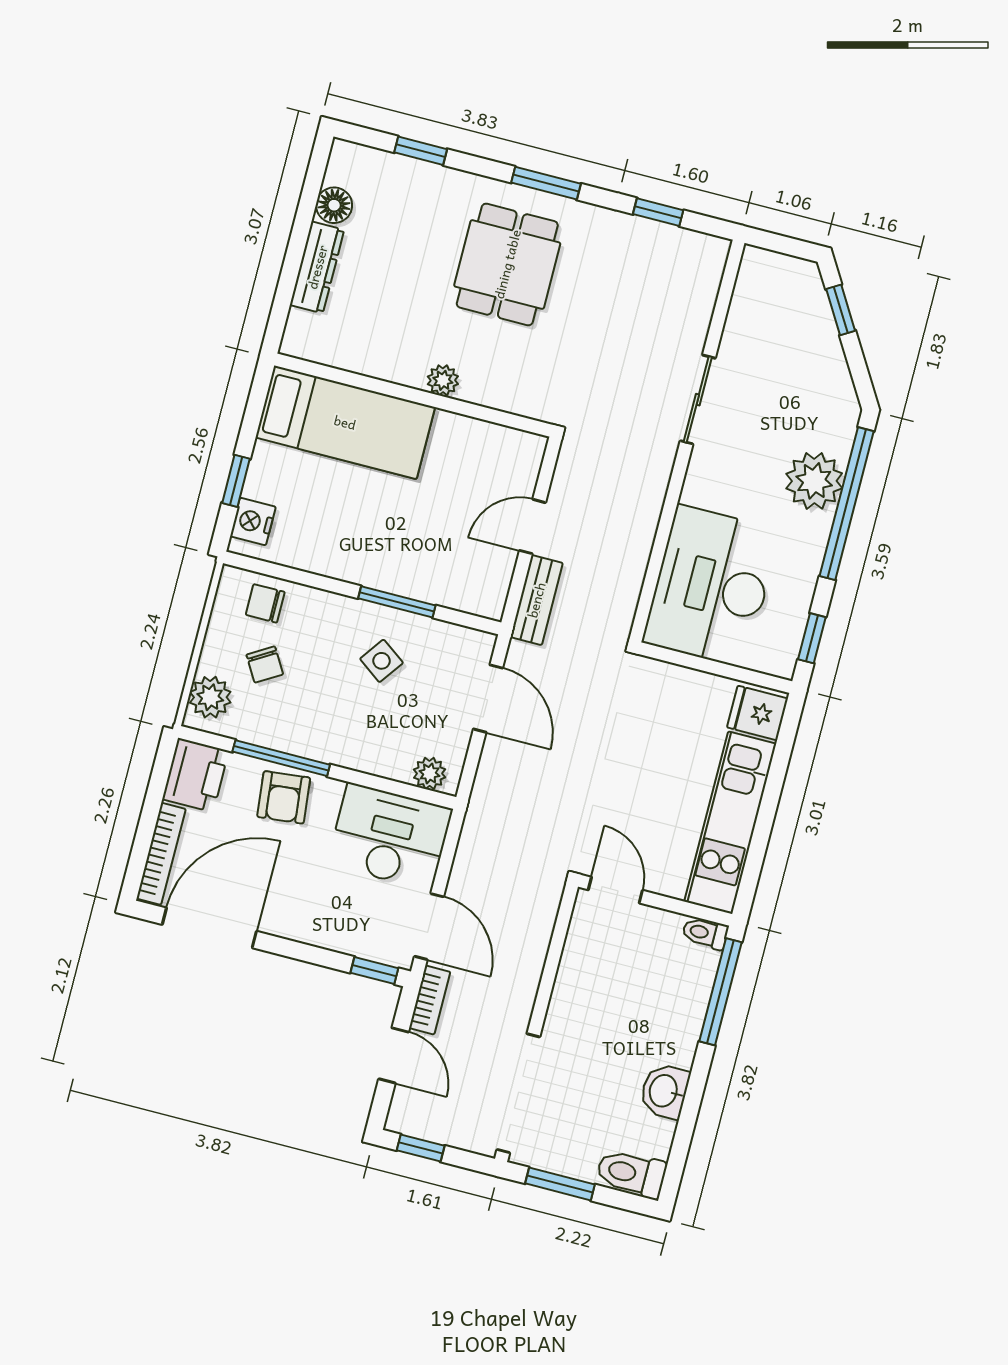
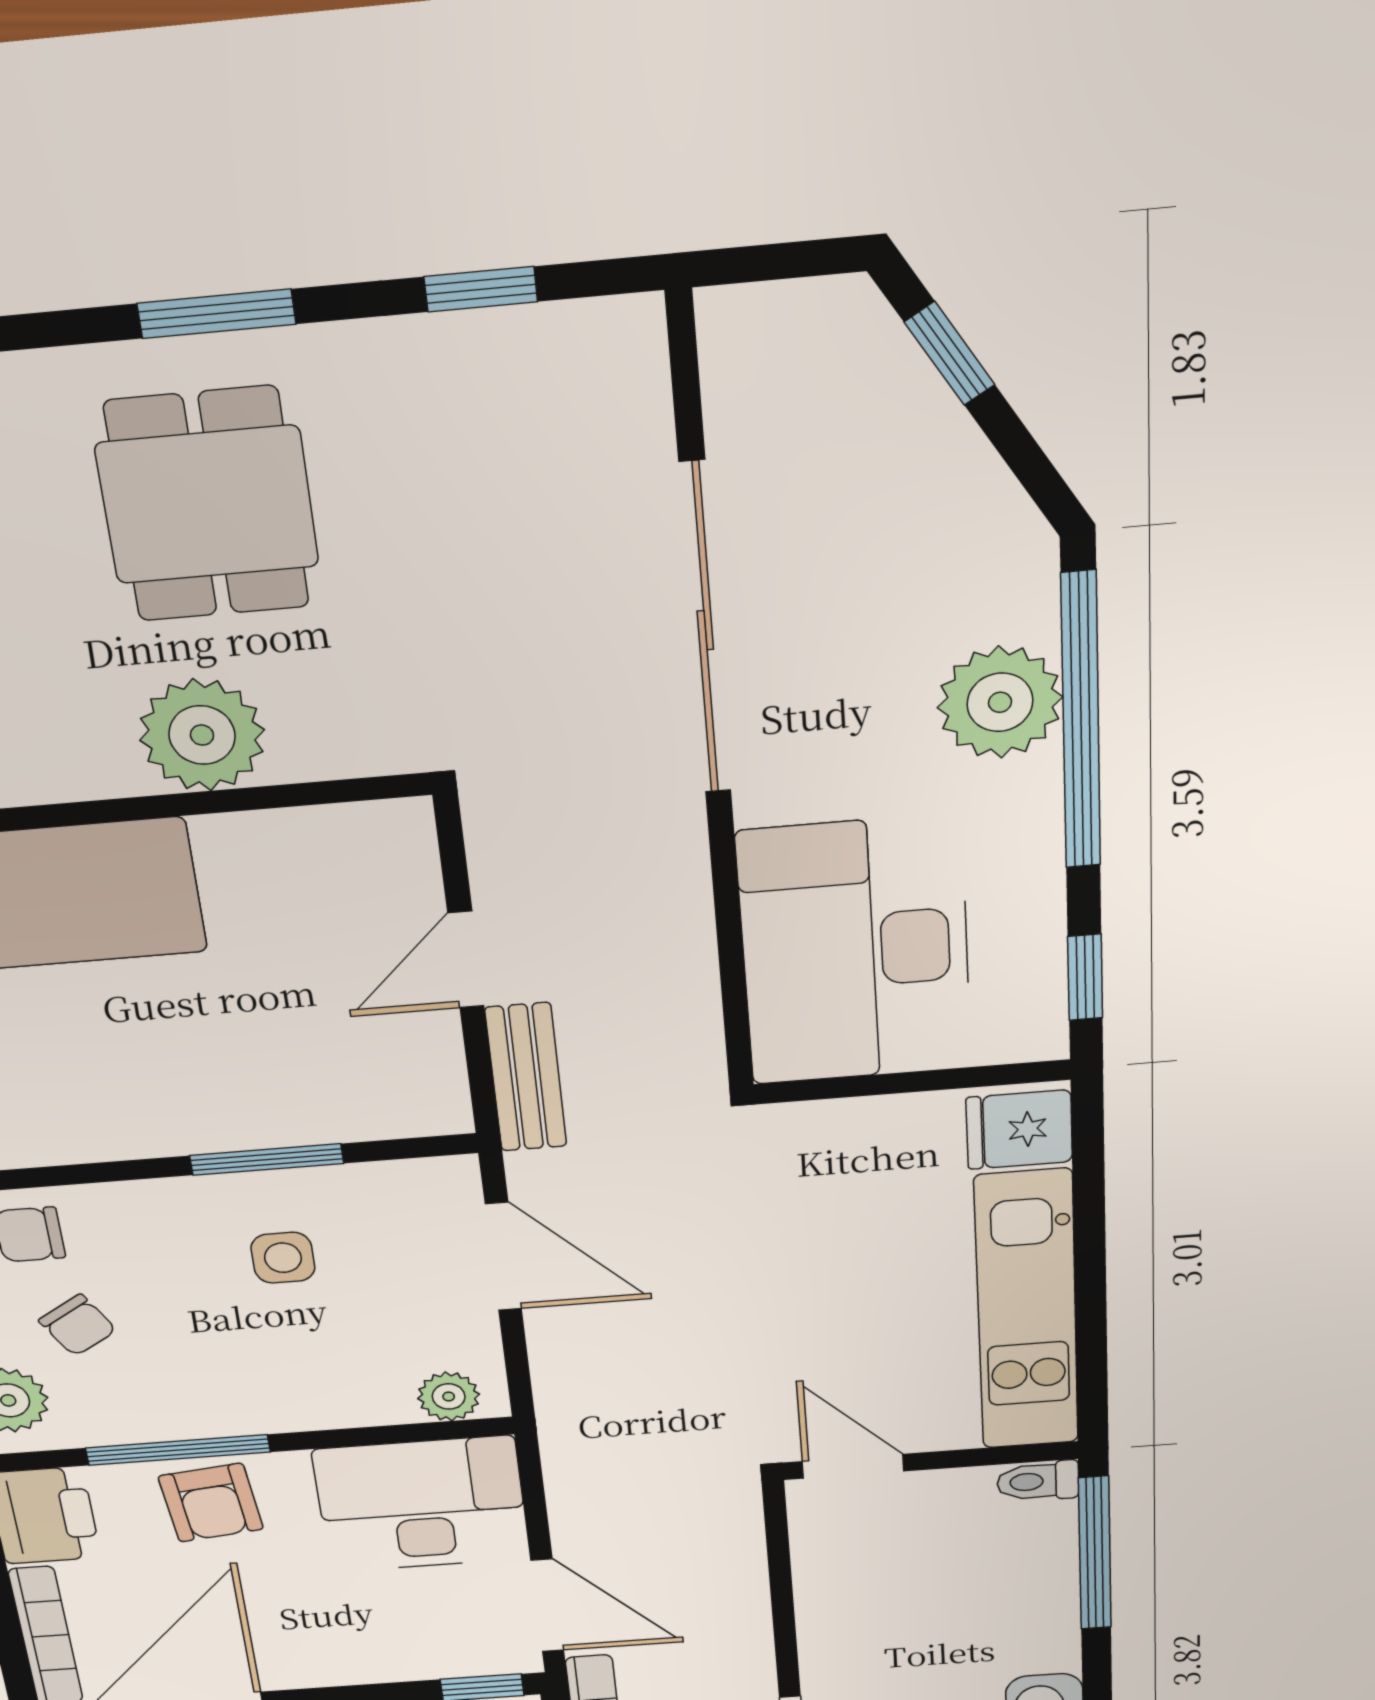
plant: (443, 380) -> (202, 735), width x1.88, depth x1.88
sliding door: (698, 400) -> (705, 630), width x1.86
side table: (382, 661) -> (283, 1258), turned -36

